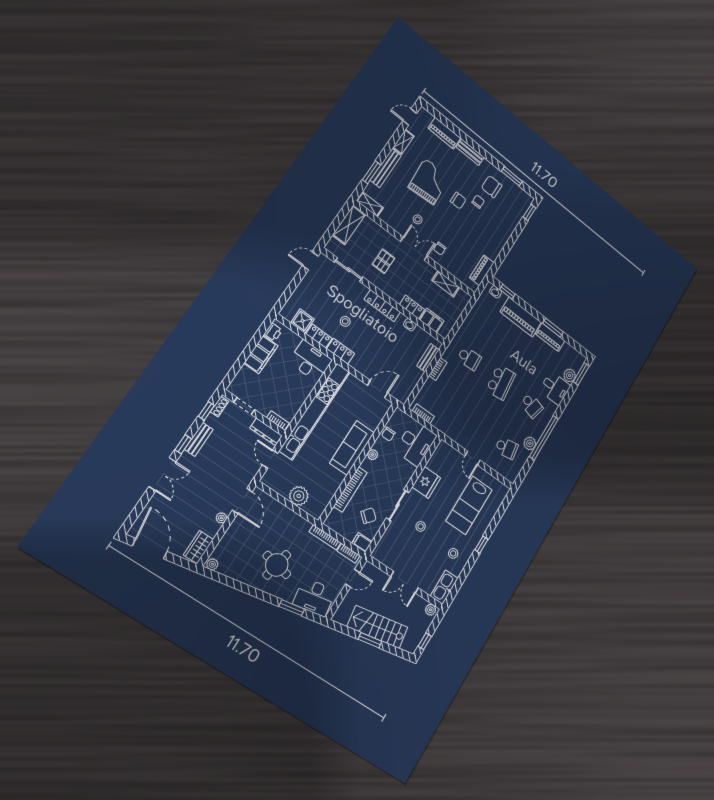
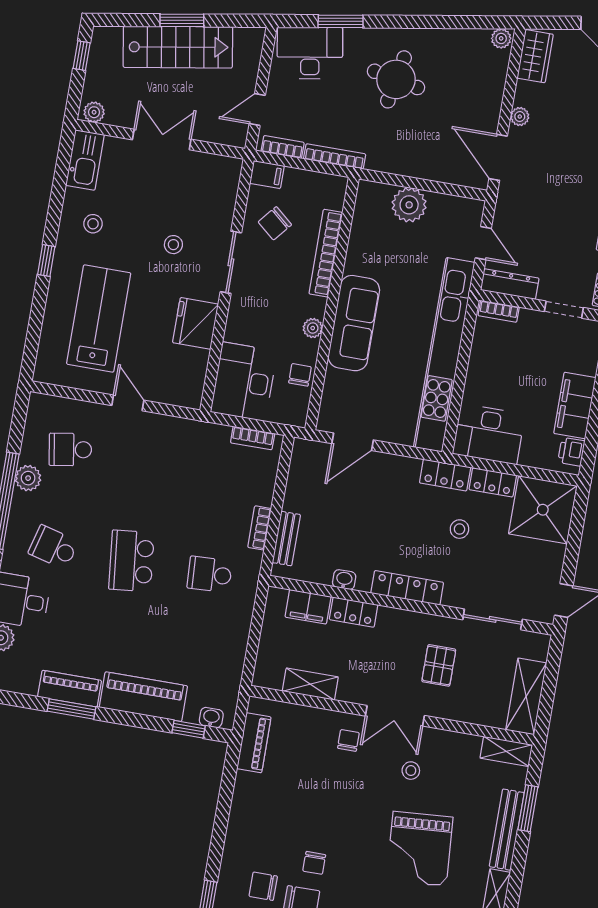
chair: (458, 200) -> (263, 886), moved
shower: (303, 321) -> (543, 510), width x1.86, depth x1.86

